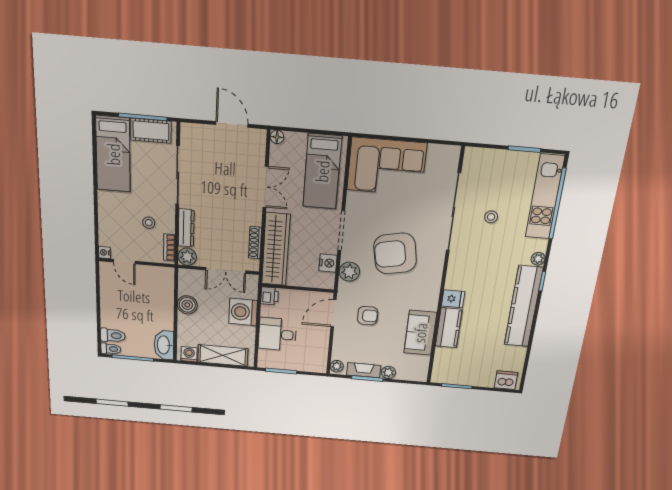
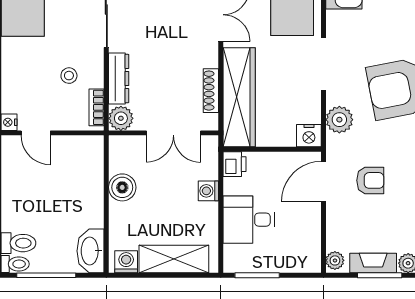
nightstand: (328, 263) -> (309, 136), moved, turned 90
washing machine: (243, 312) -> (208, 191), width x0.53, depth x0.53

